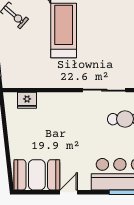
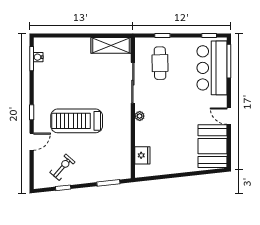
plant: (69, 97) -> (140, 116), added

